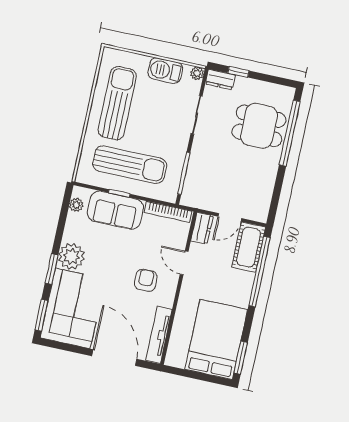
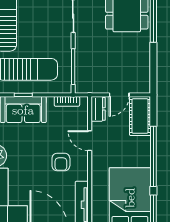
bookcase: (168, 212) -> (67, 101), width x0.64
window: (259, 272) -> (153, 156), moved
armchair: (146, 280) -> (61, 162), turned 180

